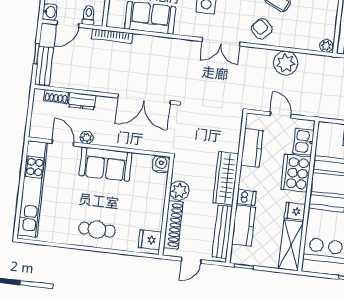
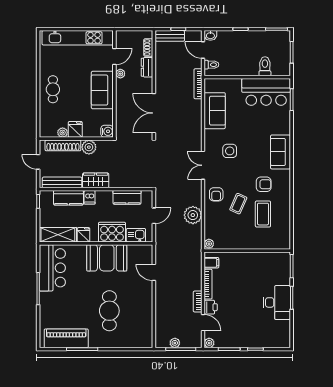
armchair: (262, 29) -> (216, 194), turned 138
wardrobe: (226, 178) -> (96, 180), width x0.67
plant: (156, 223) -> (63, 133), added
fridge: (150, 240) -> (75, 129), moved

